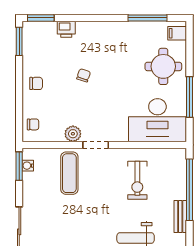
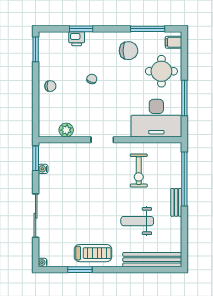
window: (41, 18) -> (81, 29), moved
chair: (33, 124) -> (129, 51), moved, width x1.87, depth x1.87
plant: (73, 134) -> (66, 130), moved
water cooler: (28, 166) -> (43, 169), moved
exercise mat: (69, 173) -> (79, 164), removed

